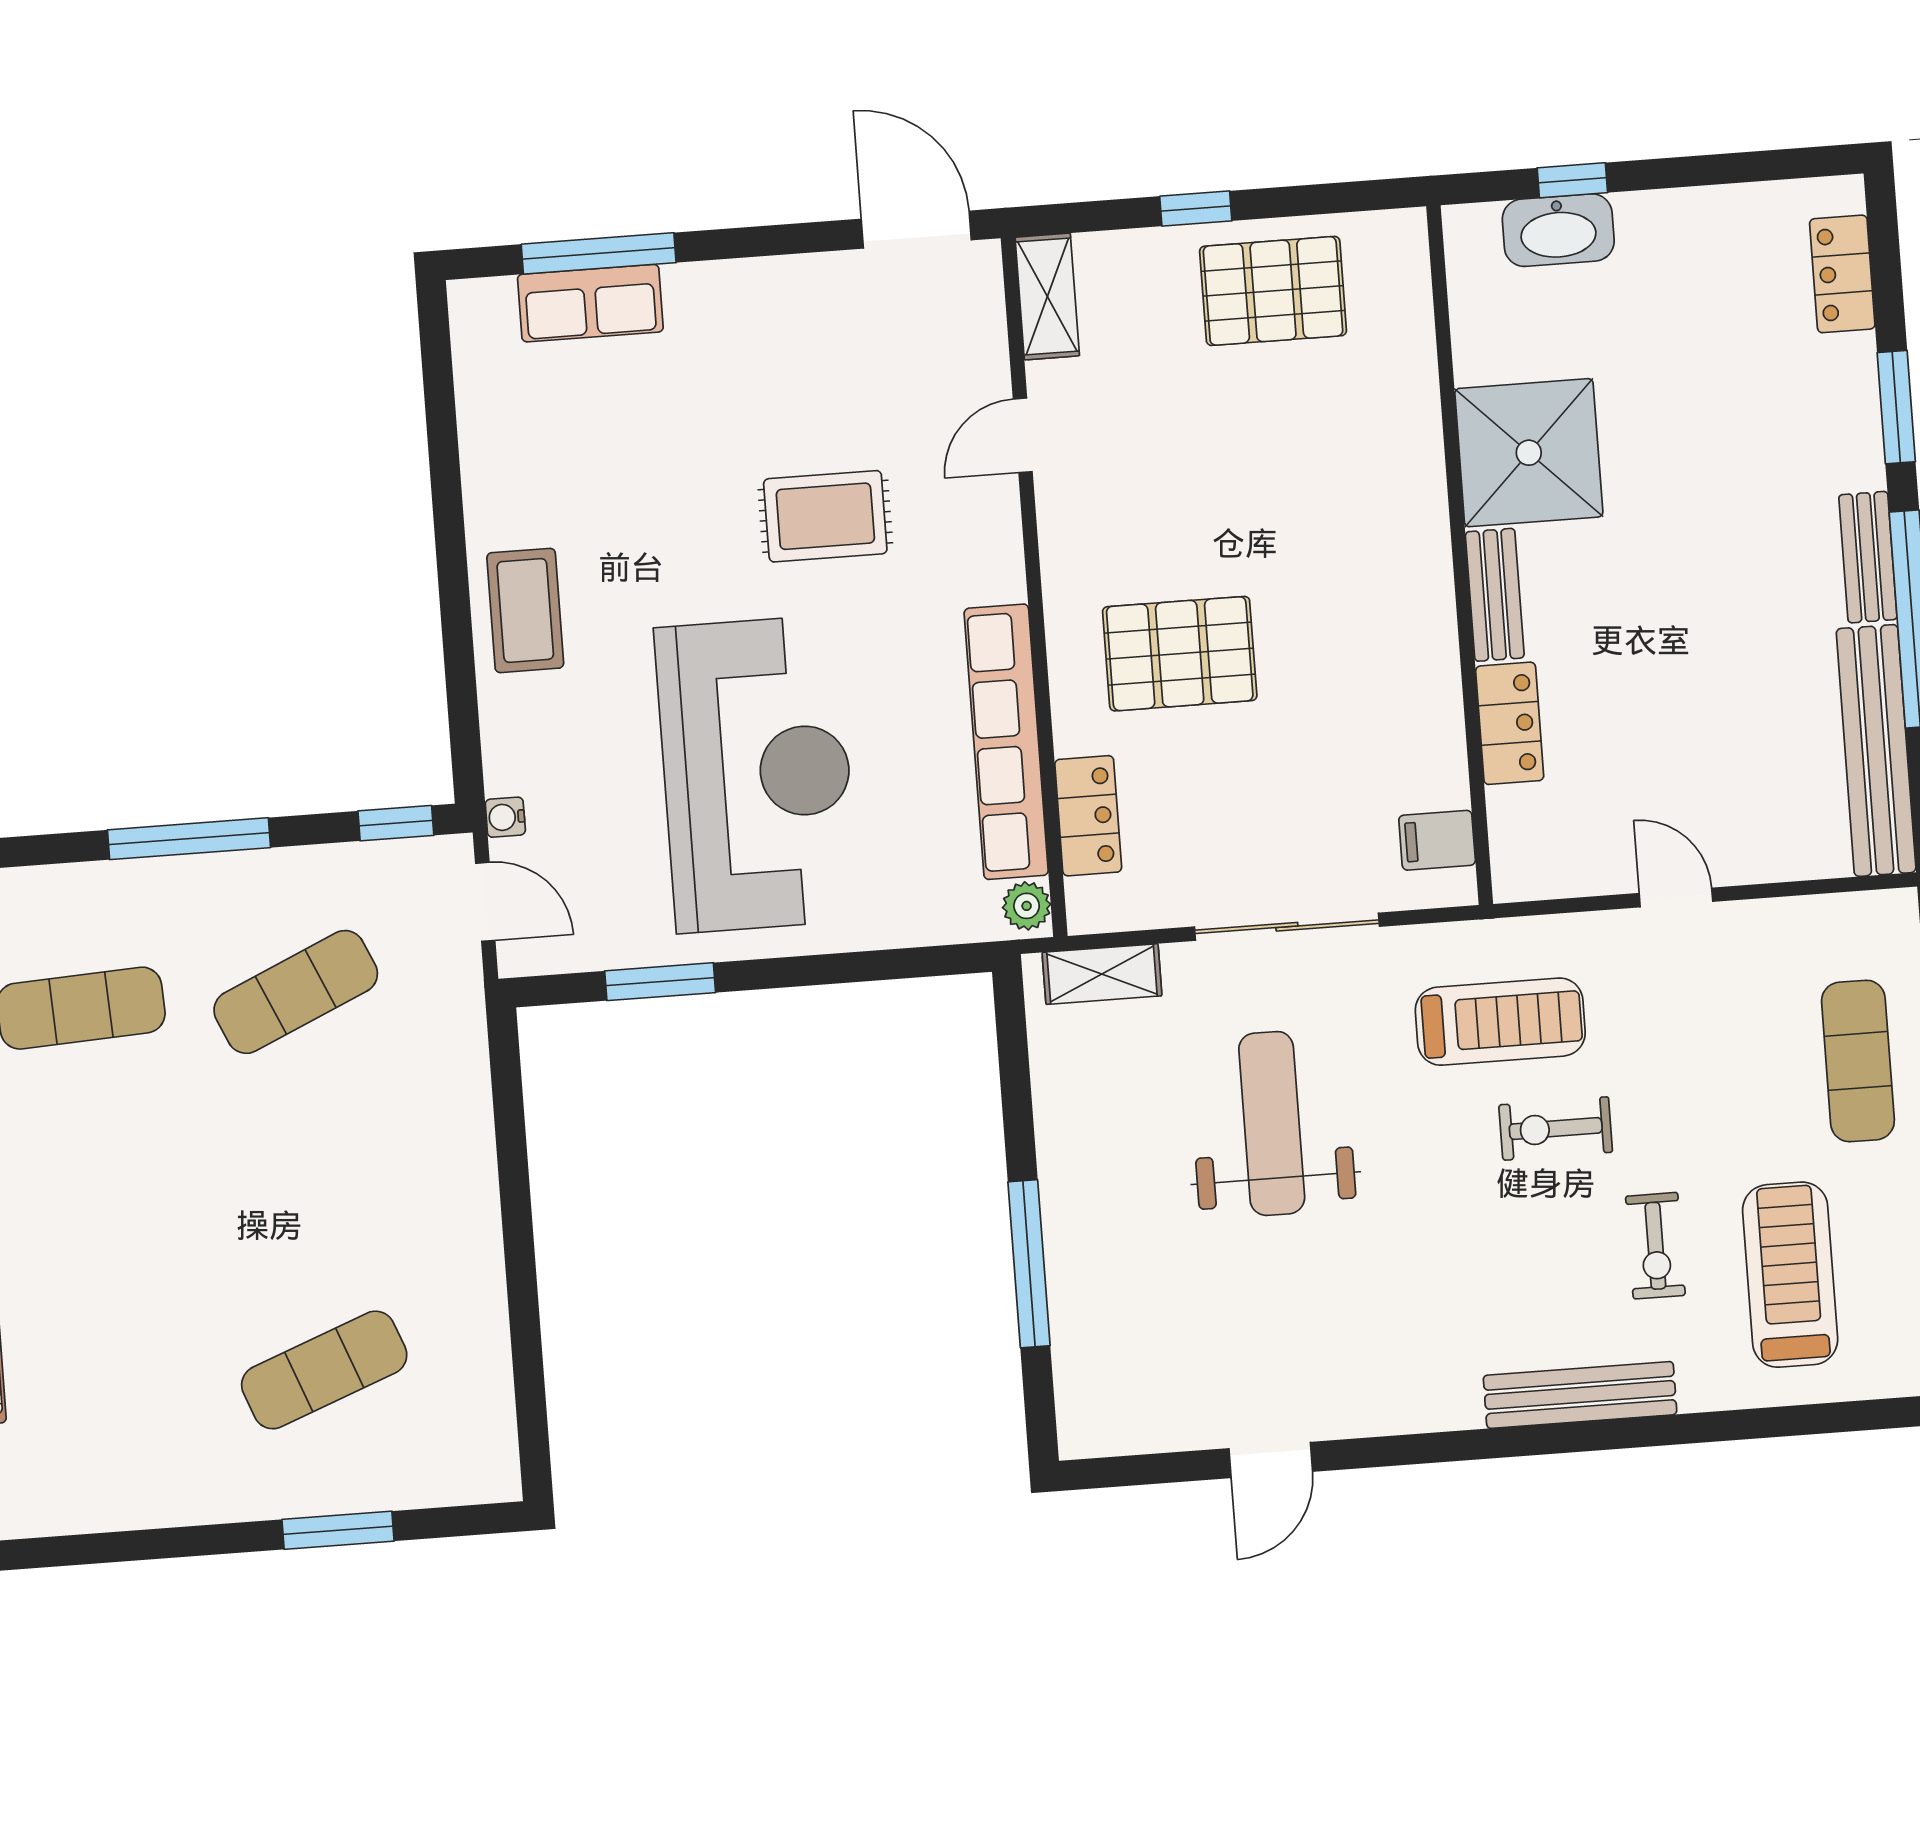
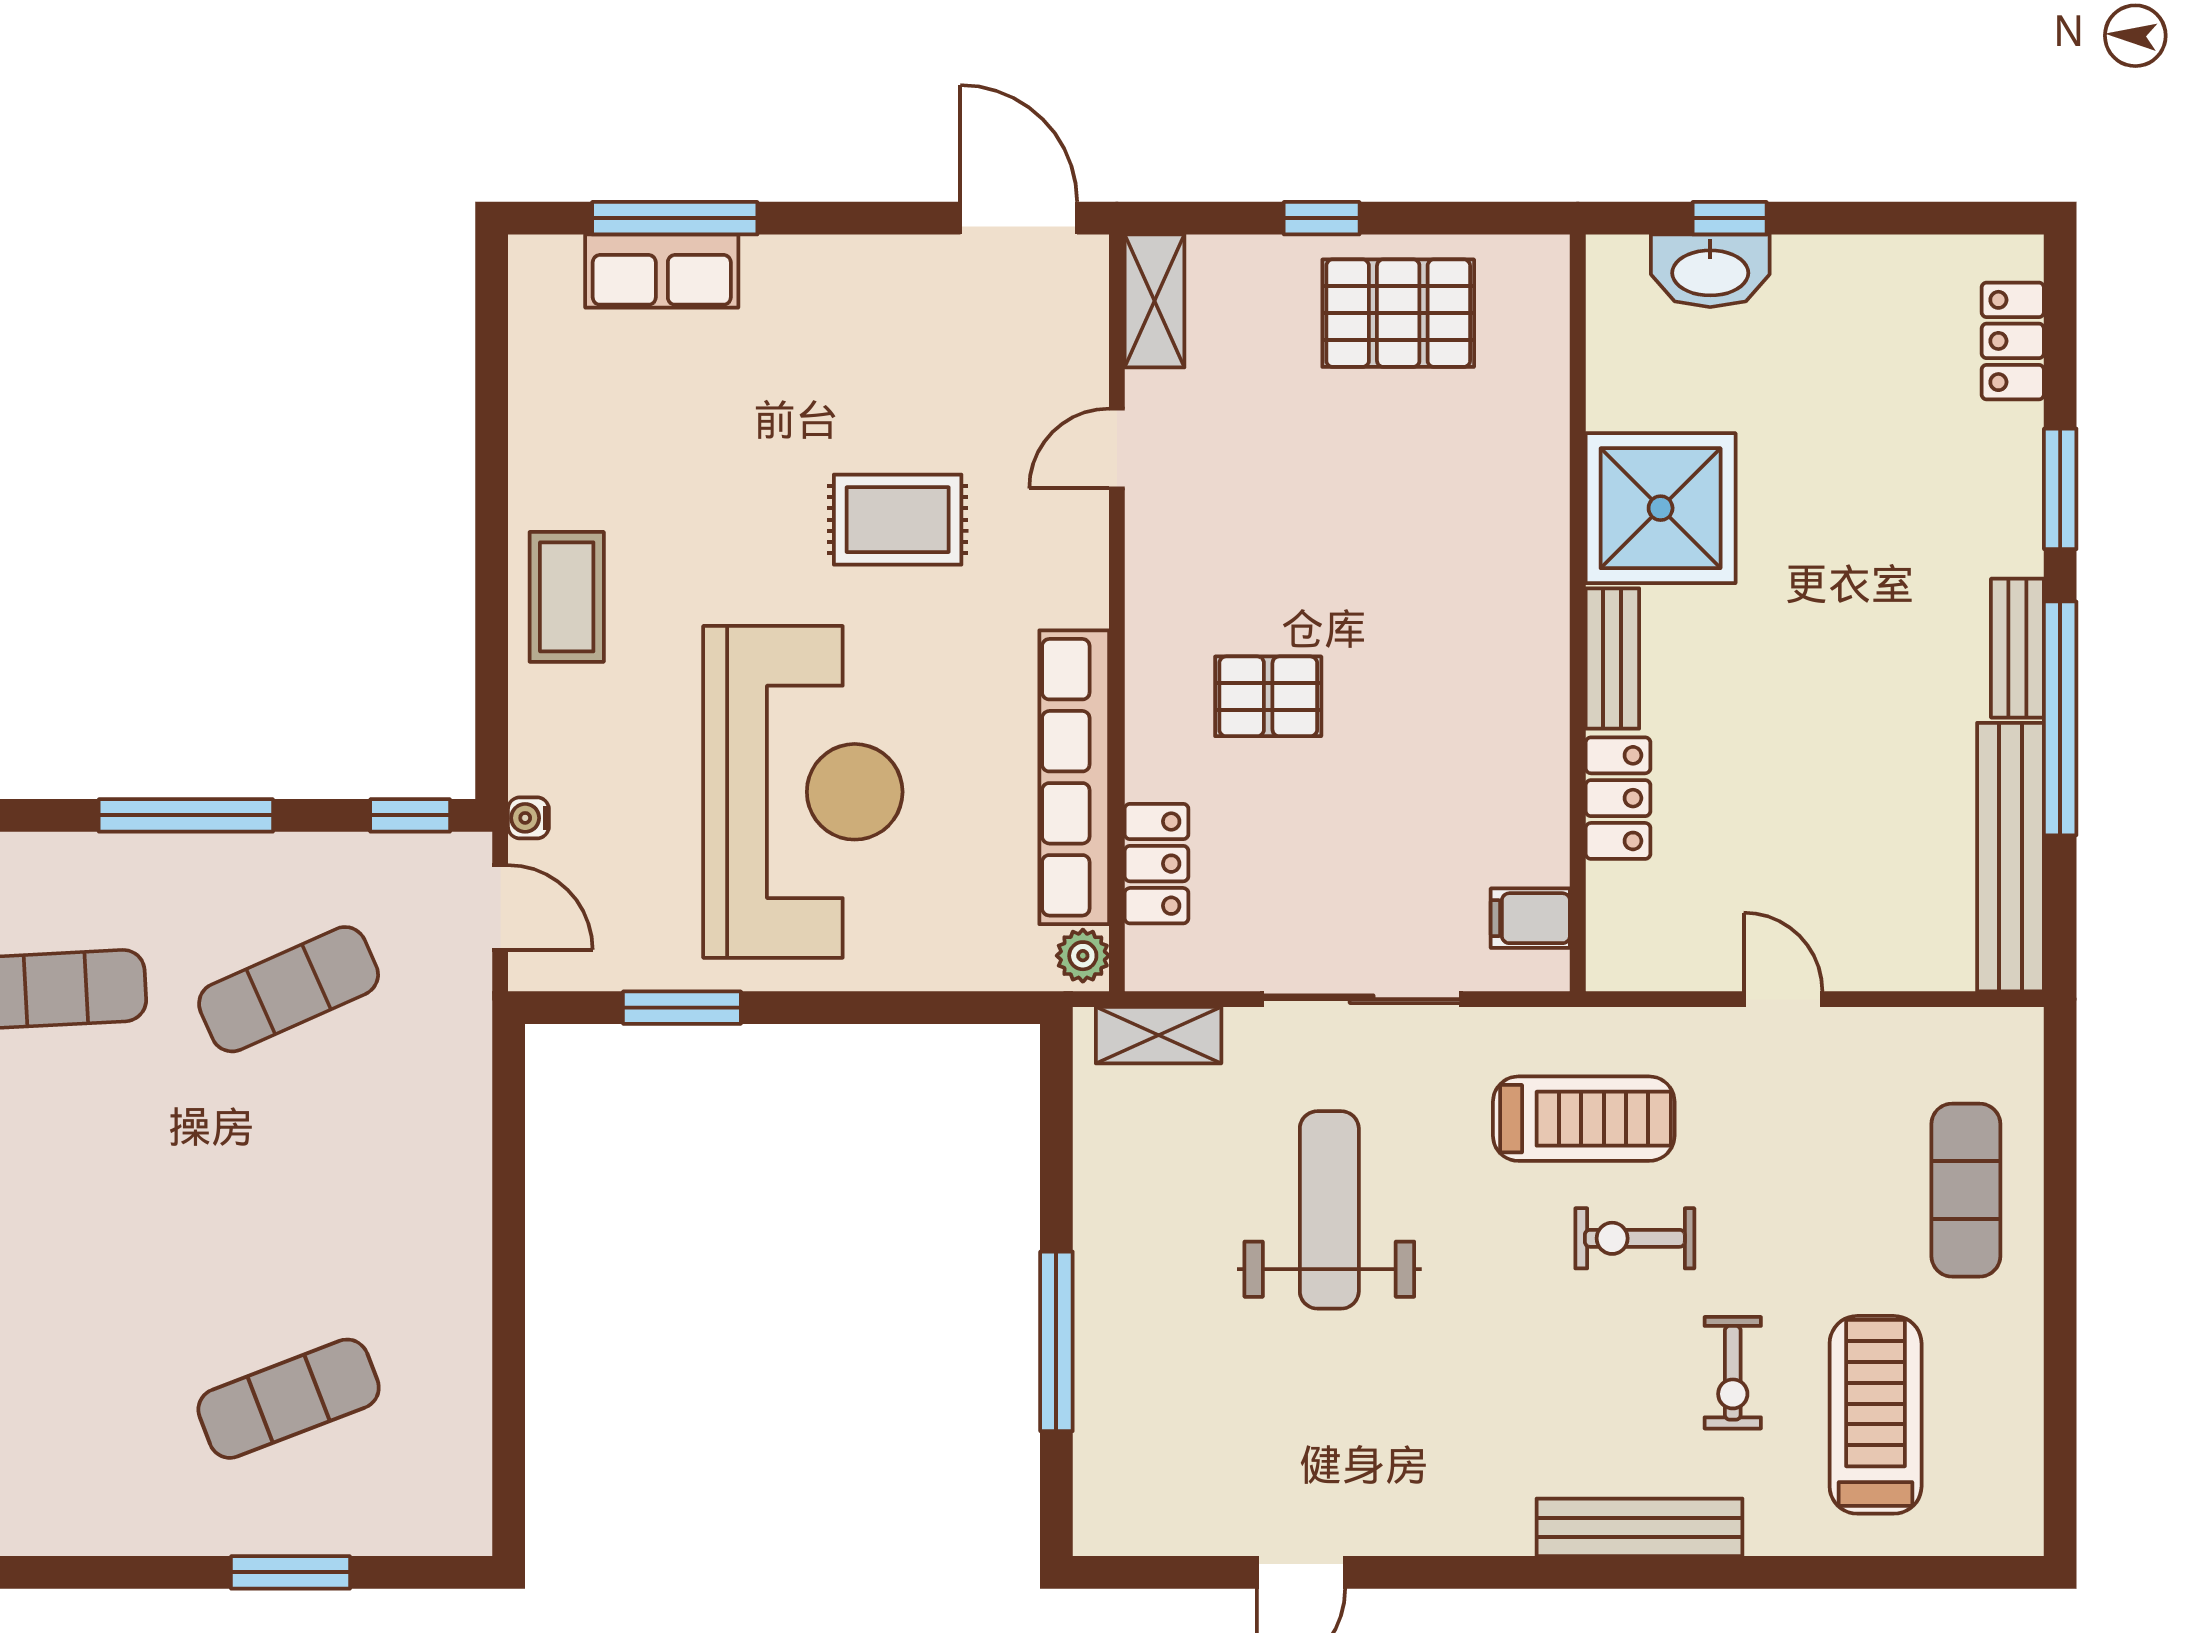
pallet: (1180, 654) -> (1268, 696), width x0.67, depth x0.71

